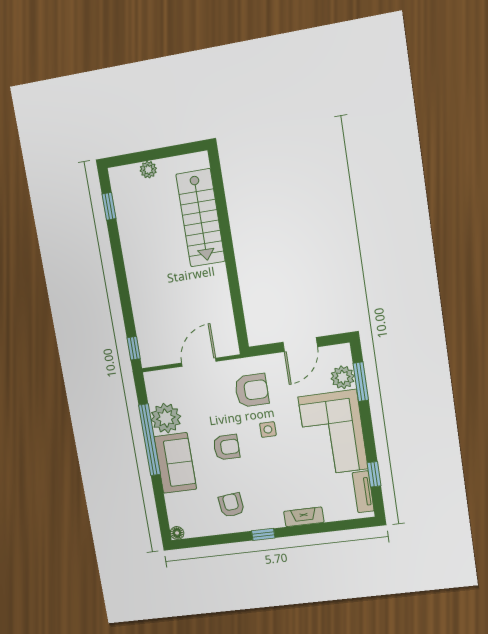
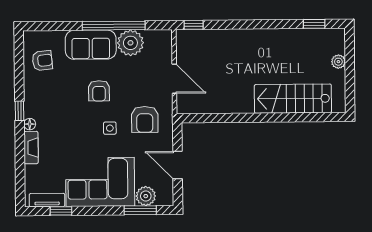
armchair: (231, 505) -> (42, 61), moved
floor lamp: (177, 533) -> (30, 124), moved

